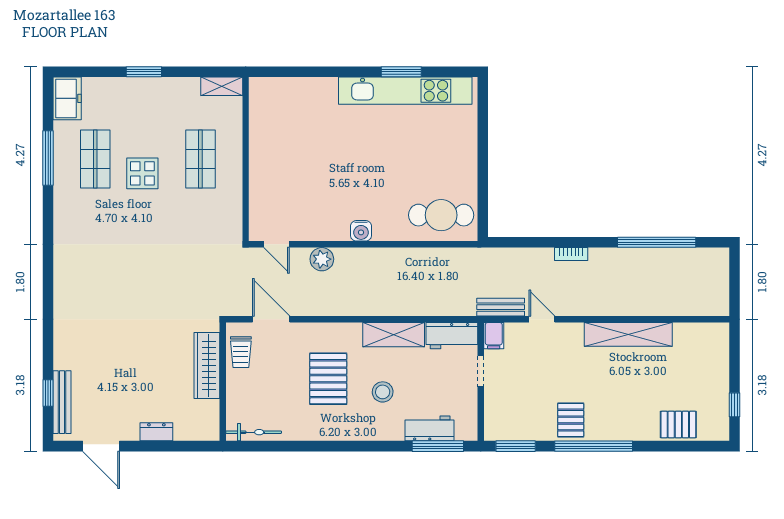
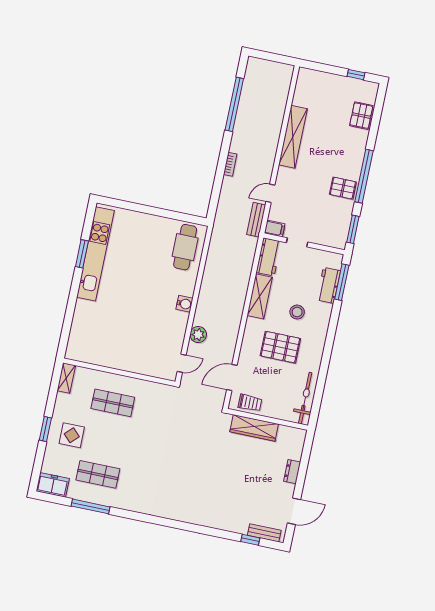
display table: (142, 173) -> (72, 435), moved
bench: (62, 402) -> (264, 533), width x0.73
bicycle: (254, 432) -> (305, 398), width x1.37, depth x1.40

